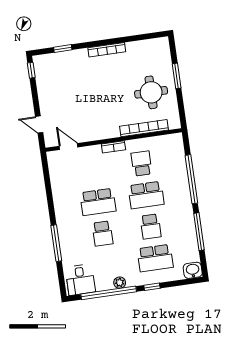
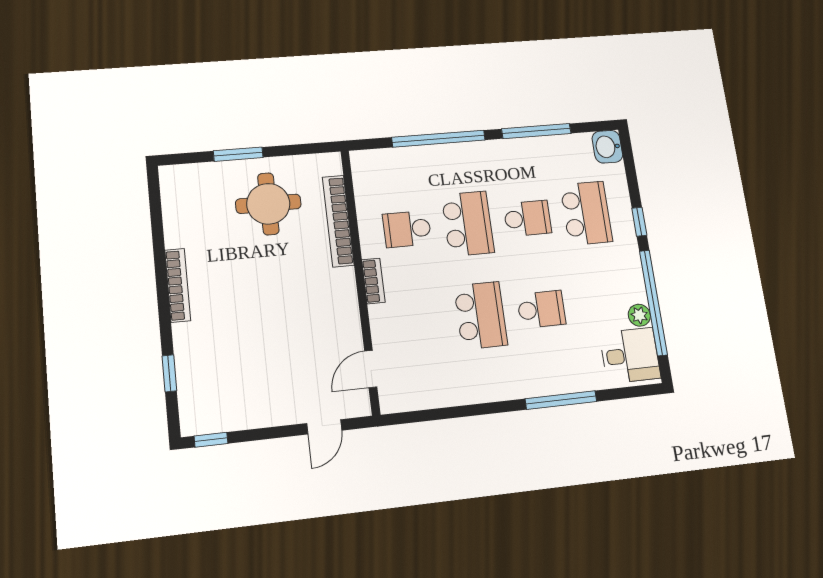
plant: (120, 283) -> (639, 315), moved

